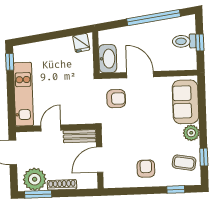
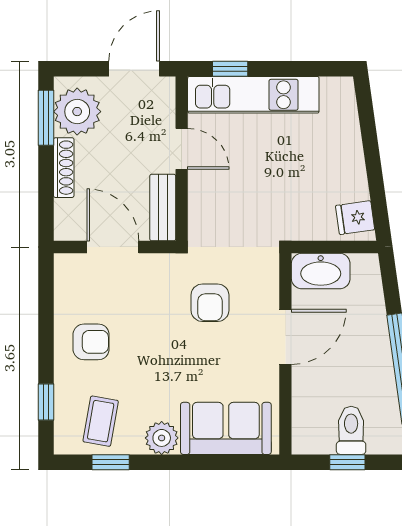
window: (10, 62) -> (230, 69), moved
armchair: (116, 99) -> (210, 303), moved

